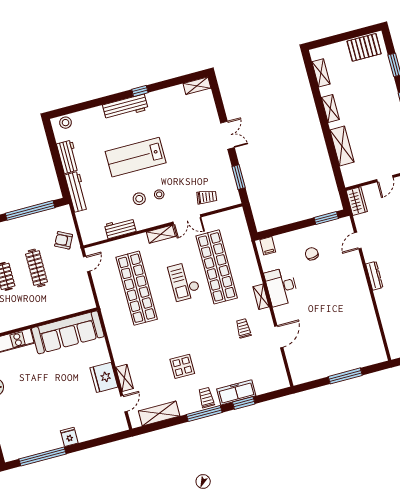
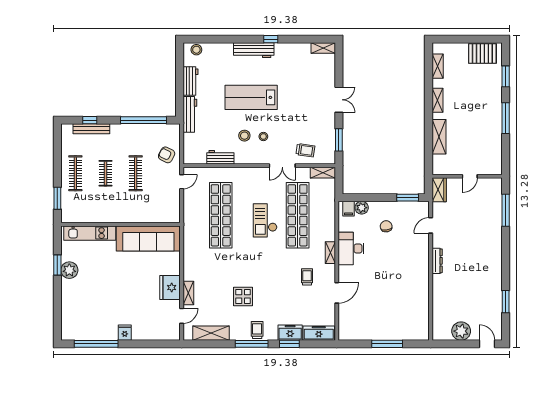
shelving: (161, 234) -> (323, 173), moved
plant: (281, 241) -> (362, 208), added
freezer: (271, 384) -> (319, 333), added
freezer: (236, 392) -> (290, 333), width x0.71

